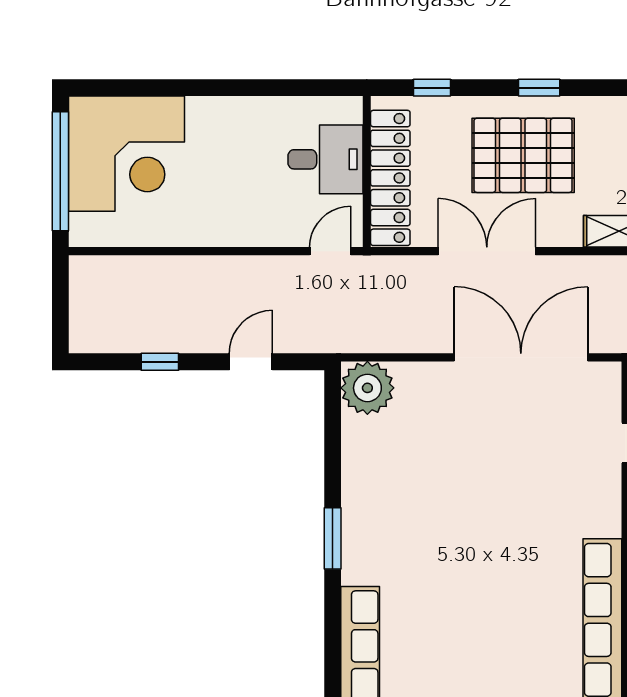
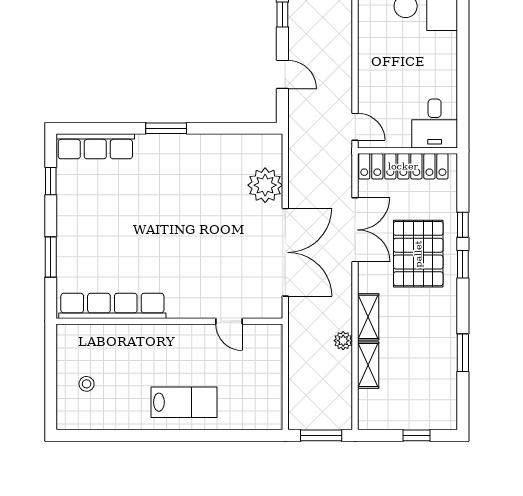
window: (432, 88) -> (463, 225), moved
desk: (325, 159) -> (435, 124), moved
plant: (367, 388) -> (265, 185), moved

